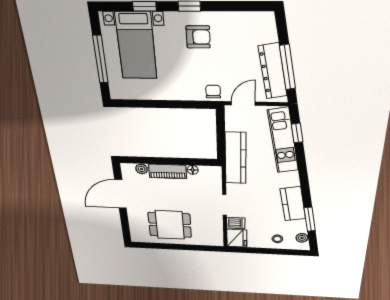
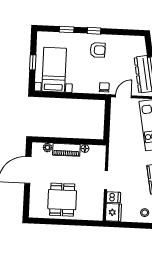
bed with nightstands: (136, 46) -> (54, 70), moved, turned 180
window: (100, 59) -> (33, 62), width x0.46
kitchen counter: (236, 158) -> (116, 139), removed
dining table: (170, 225) -> (62, 200), turned 90

